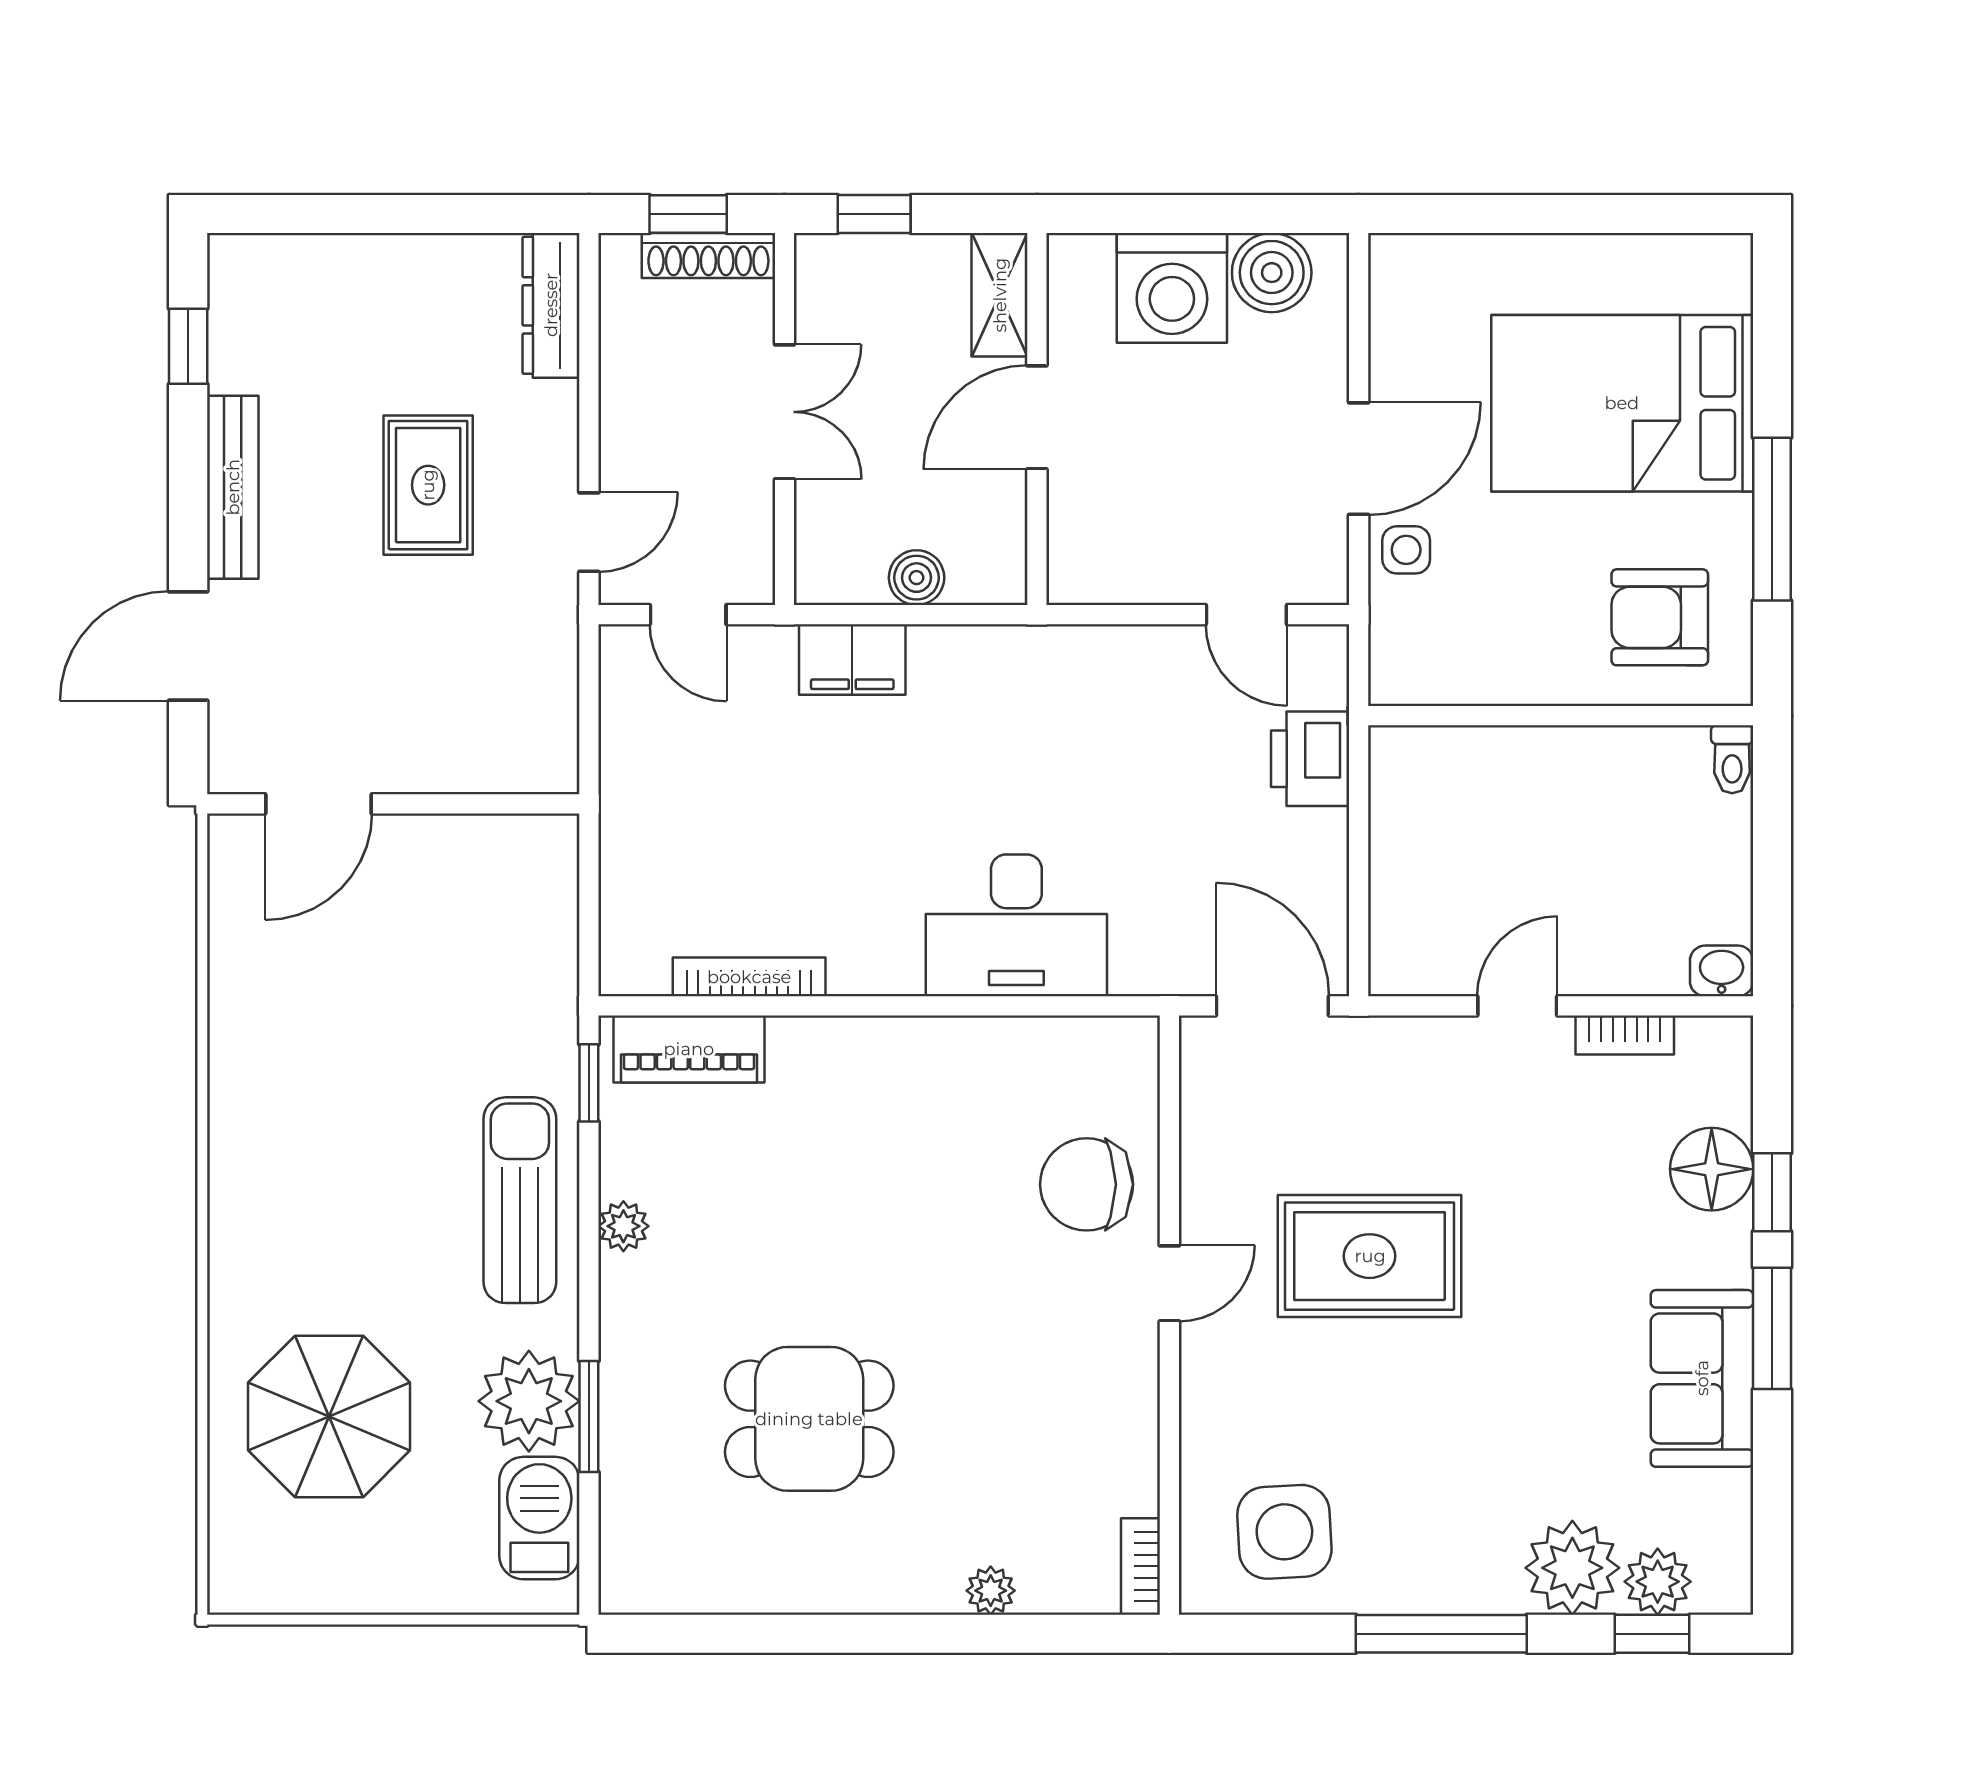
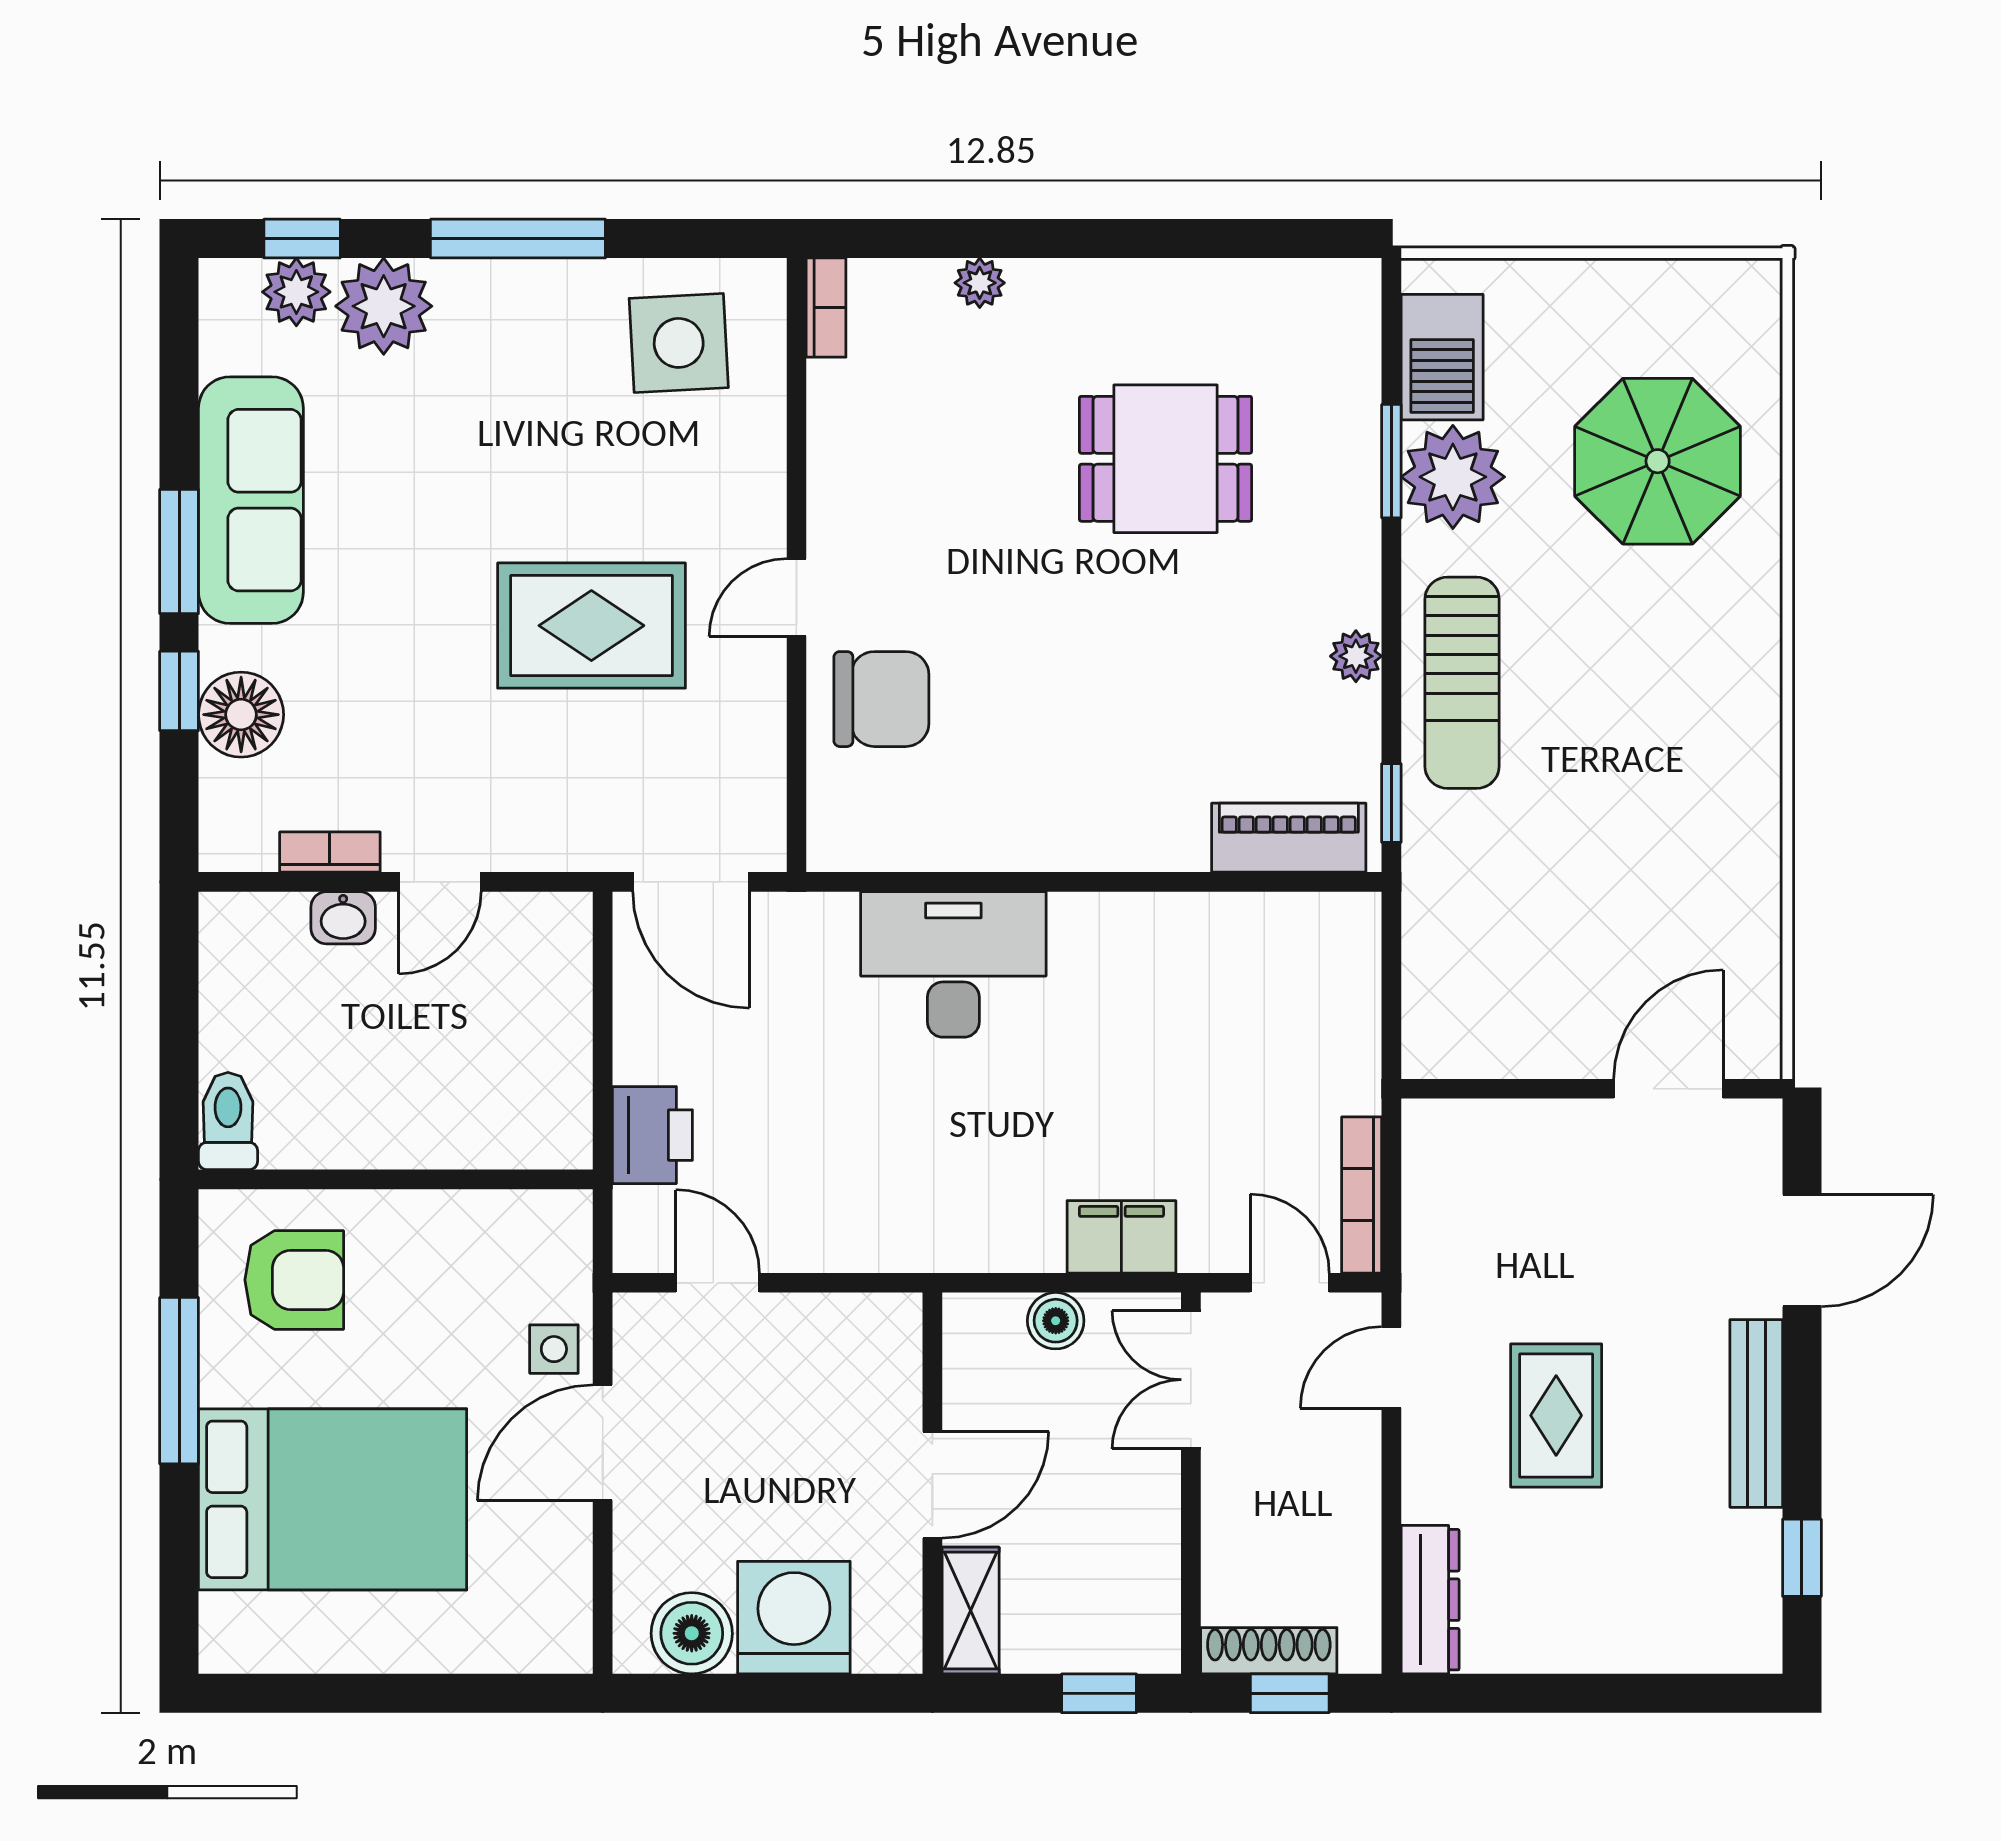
double door: (784, 412) -> (1191, 1380), moved
toilet: (1732, 759) -> (228, 1121), width x1.37, depth x1.39
washbasin: (1722, 971) -> (343, 918), moved
bookcase: (749, 977) -> (1362, 1195), moved, turned 90
sofa: (1702, 1378) -> (251, 500), width x1.36

